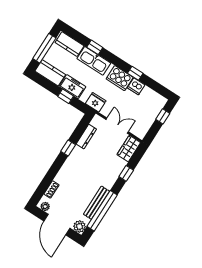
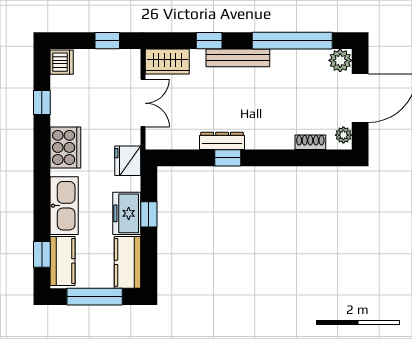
window: (95, 47) -> (42, 254), moved
window: (135, 73) -> (42, 103), moved
dishwasher: (136, 86) -> (62, 62), moved
window: (163, 116) -> (107, 41), moved
double door: (117, 126) -> (143, 103), swing flipped
dresser: (86, 137) -> (222, 141), moved
bench: (96, 203) -> (238, 58), moved

